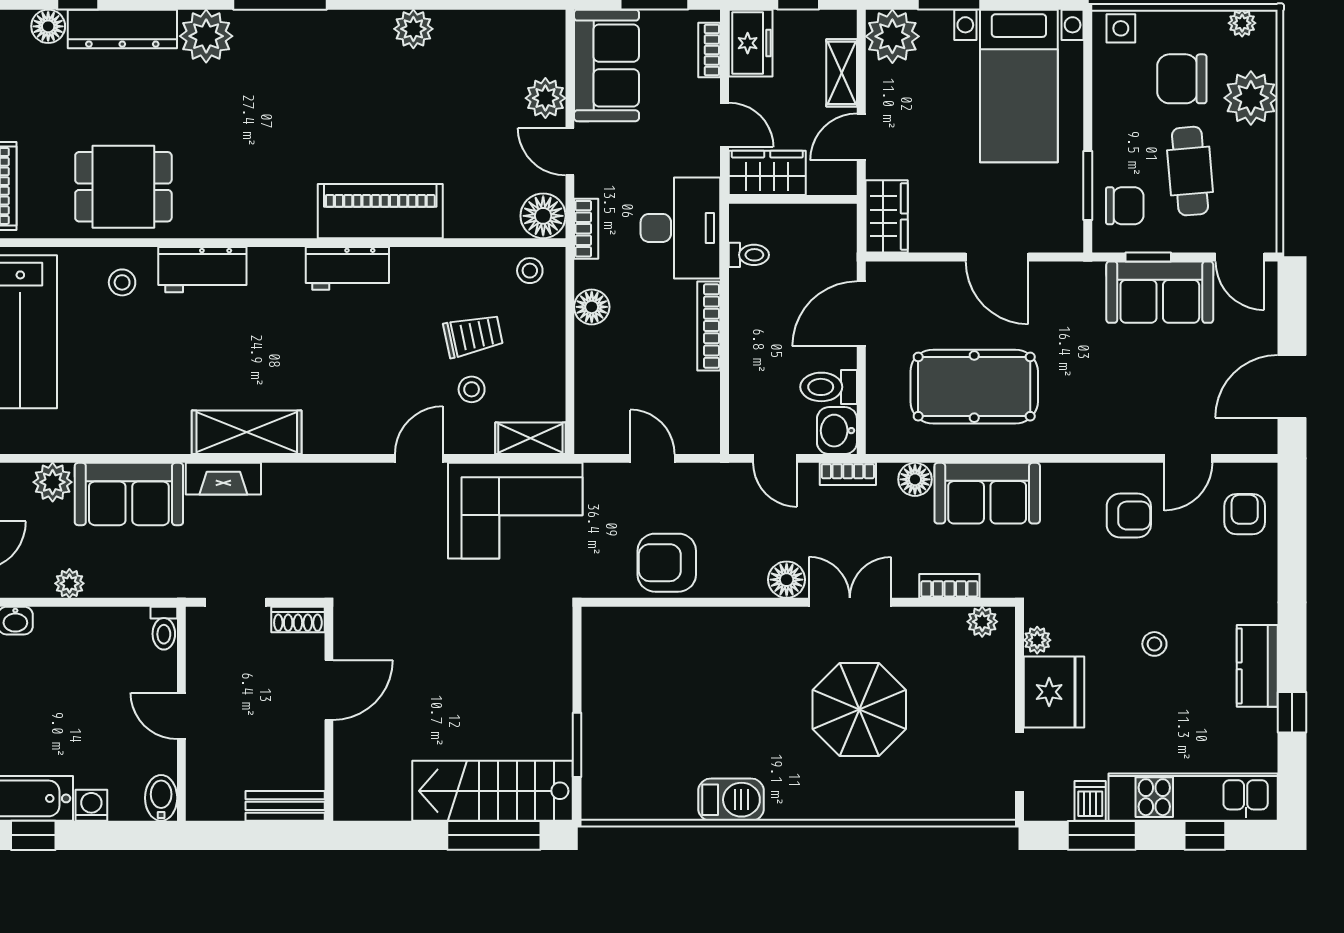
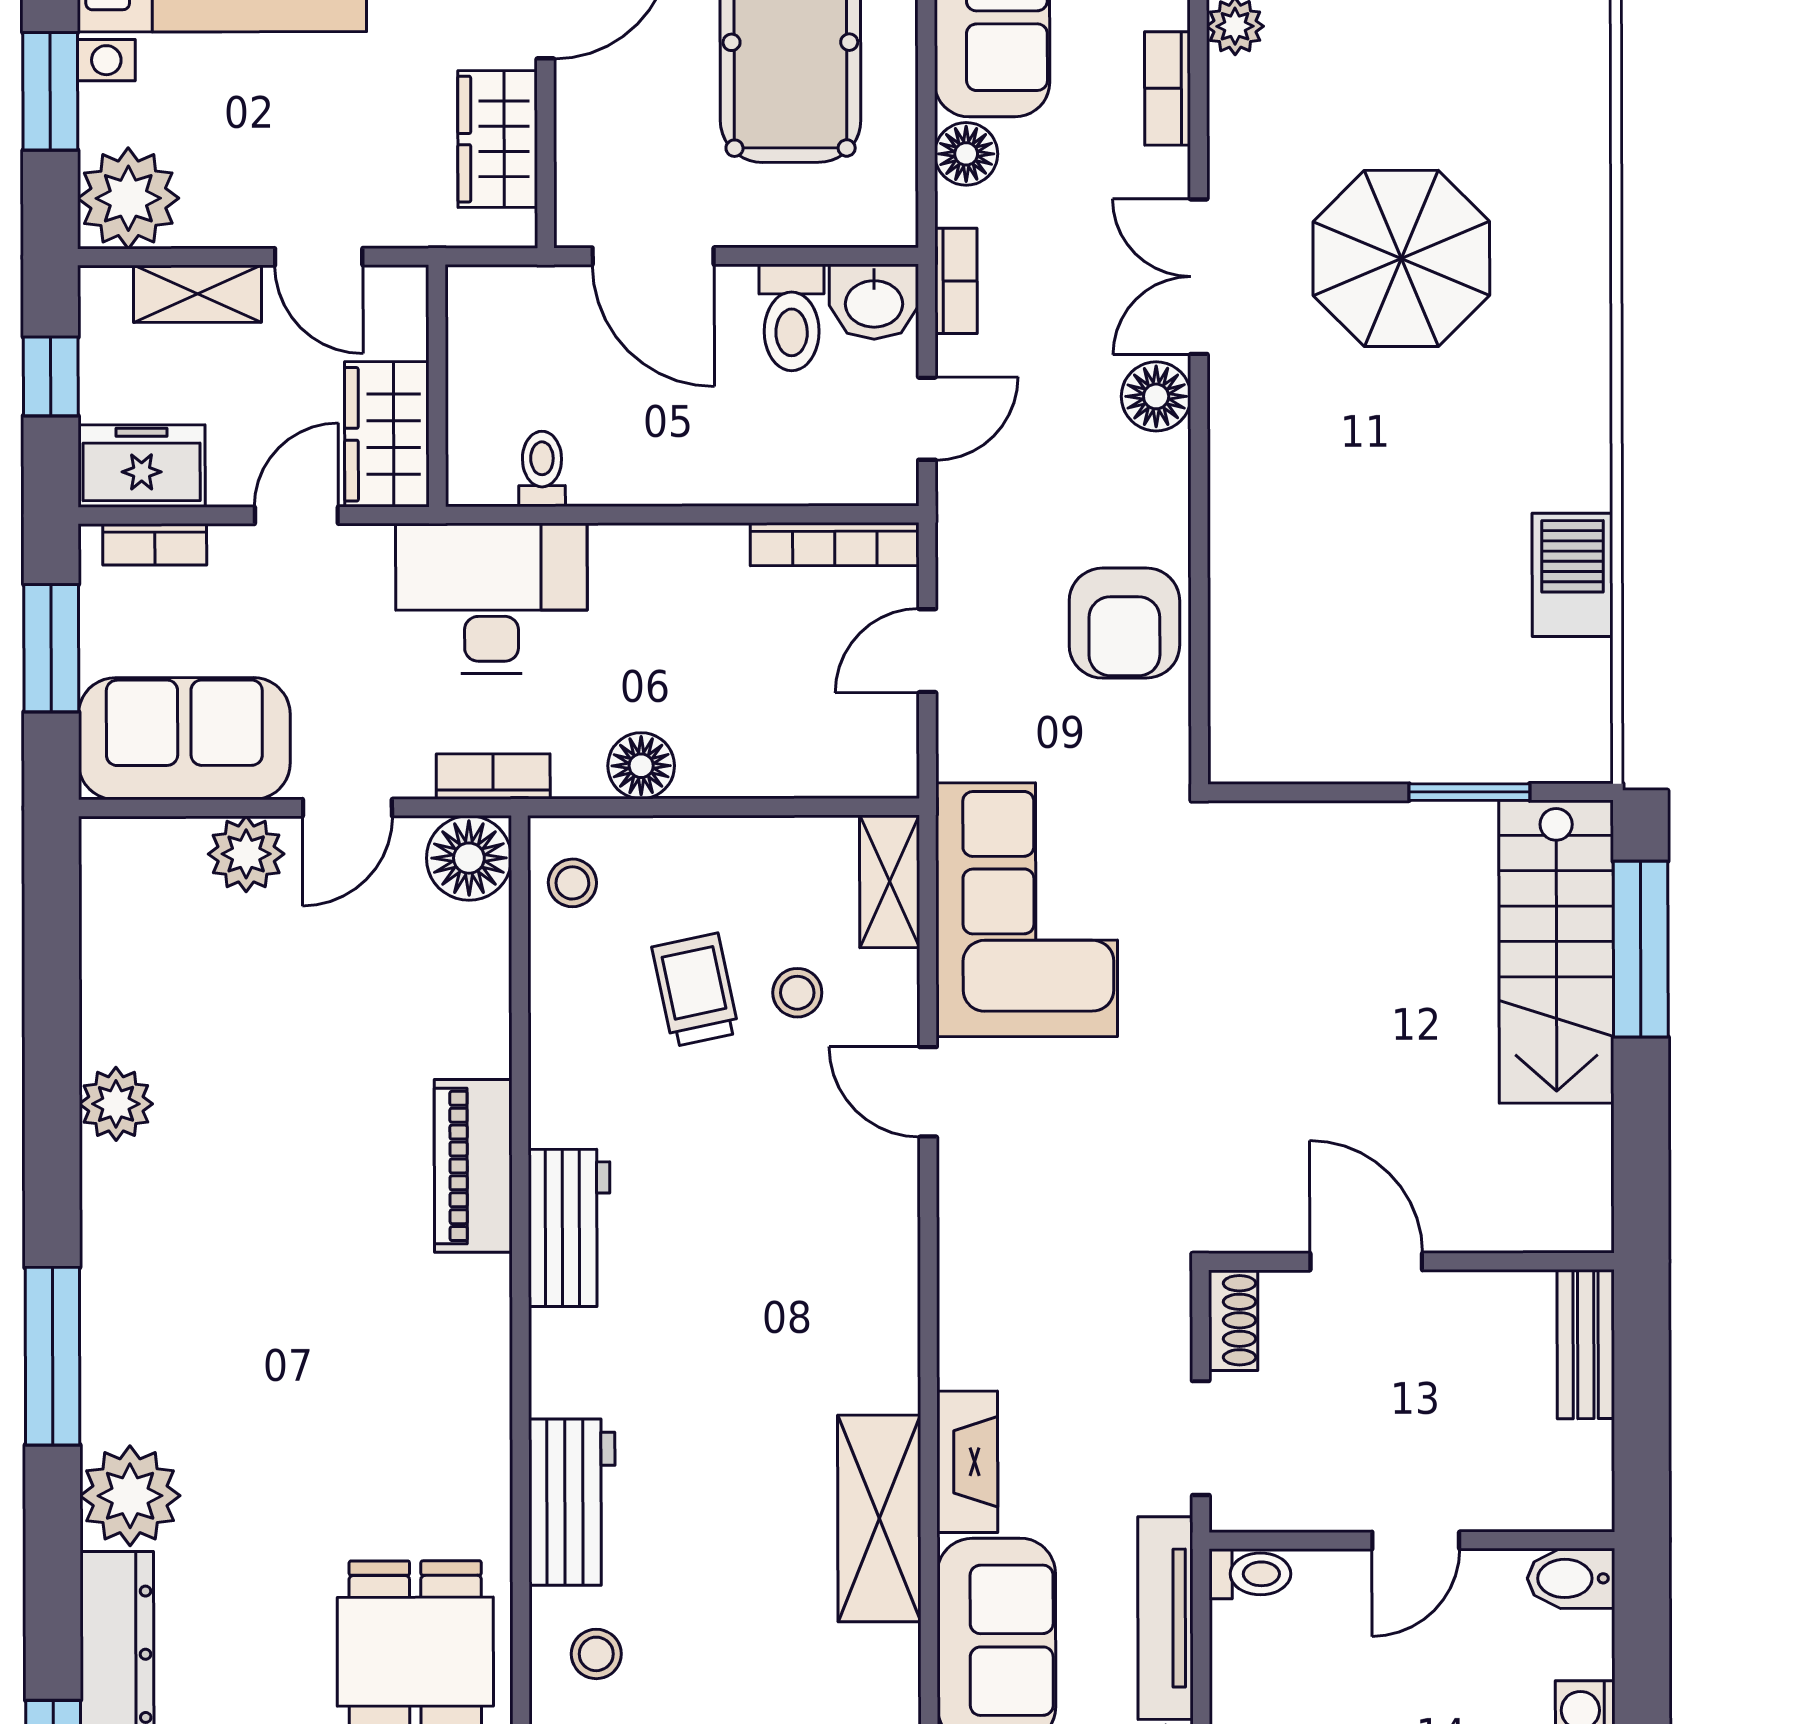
piano: (380, 211) -> (473, 1166), width x0.73, depth x0.75
wardrobe: (887, 216) -> (498, 139), moved, turned -90
bookcase: (709, 326) -> (835, 544), moved
shelving: (247, 432) -> (879, 1518), moved
tv unit: (141, 583) -> (1165, 1618), added
barbecue: (731, 800) -> (1573, 575), moved

